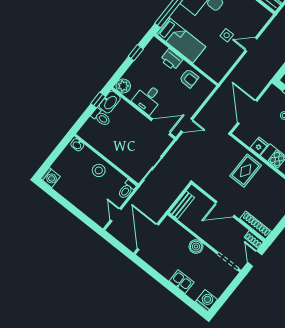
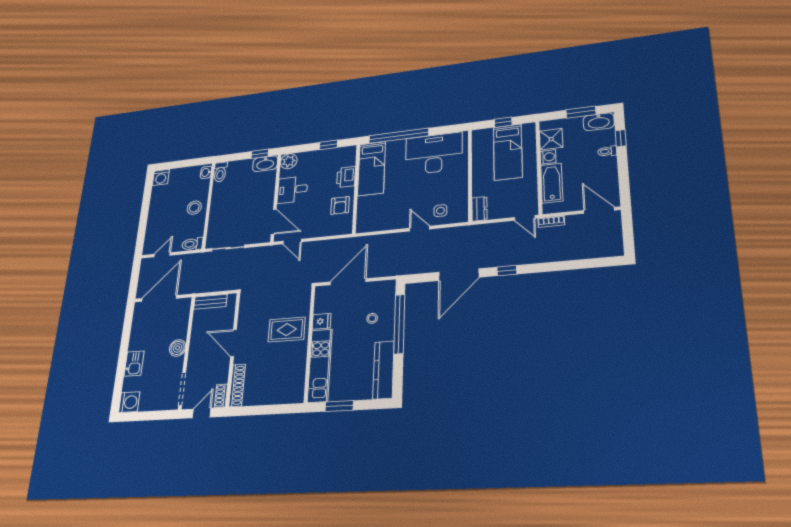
side table: (227, 35) -> (440, 211), moved
toilet: (101, 117) -> (220, 172), moved

